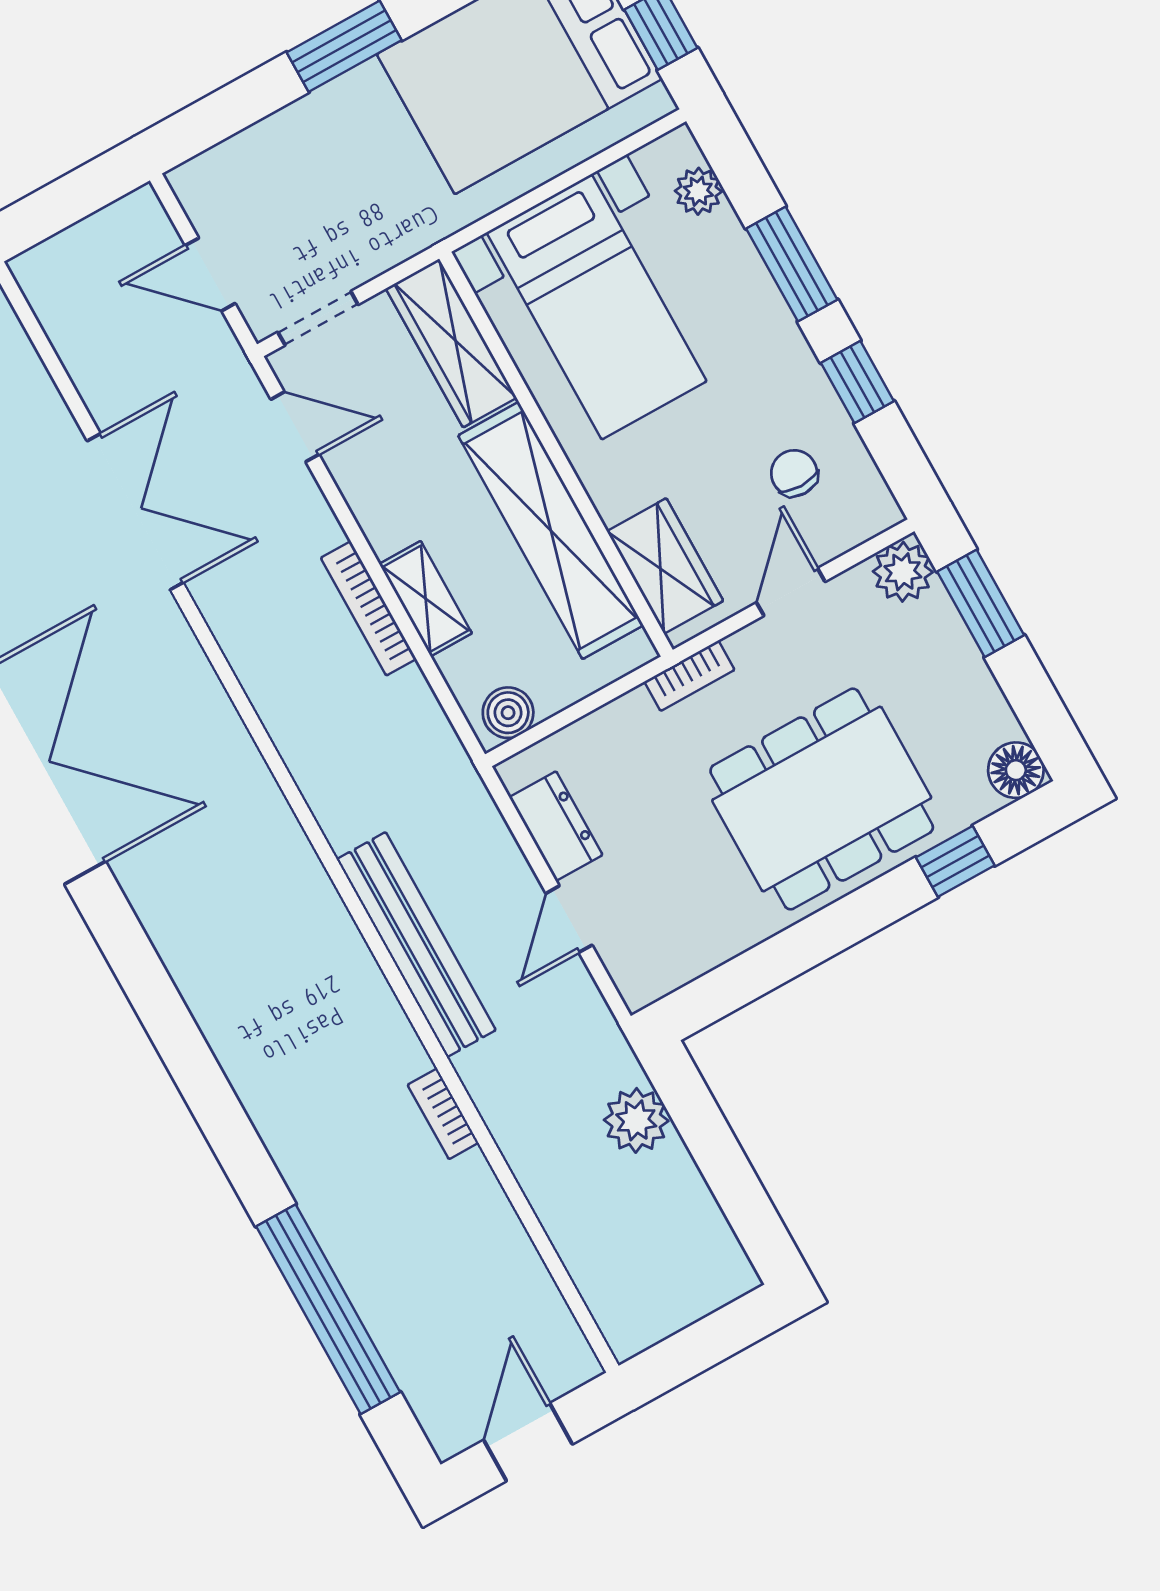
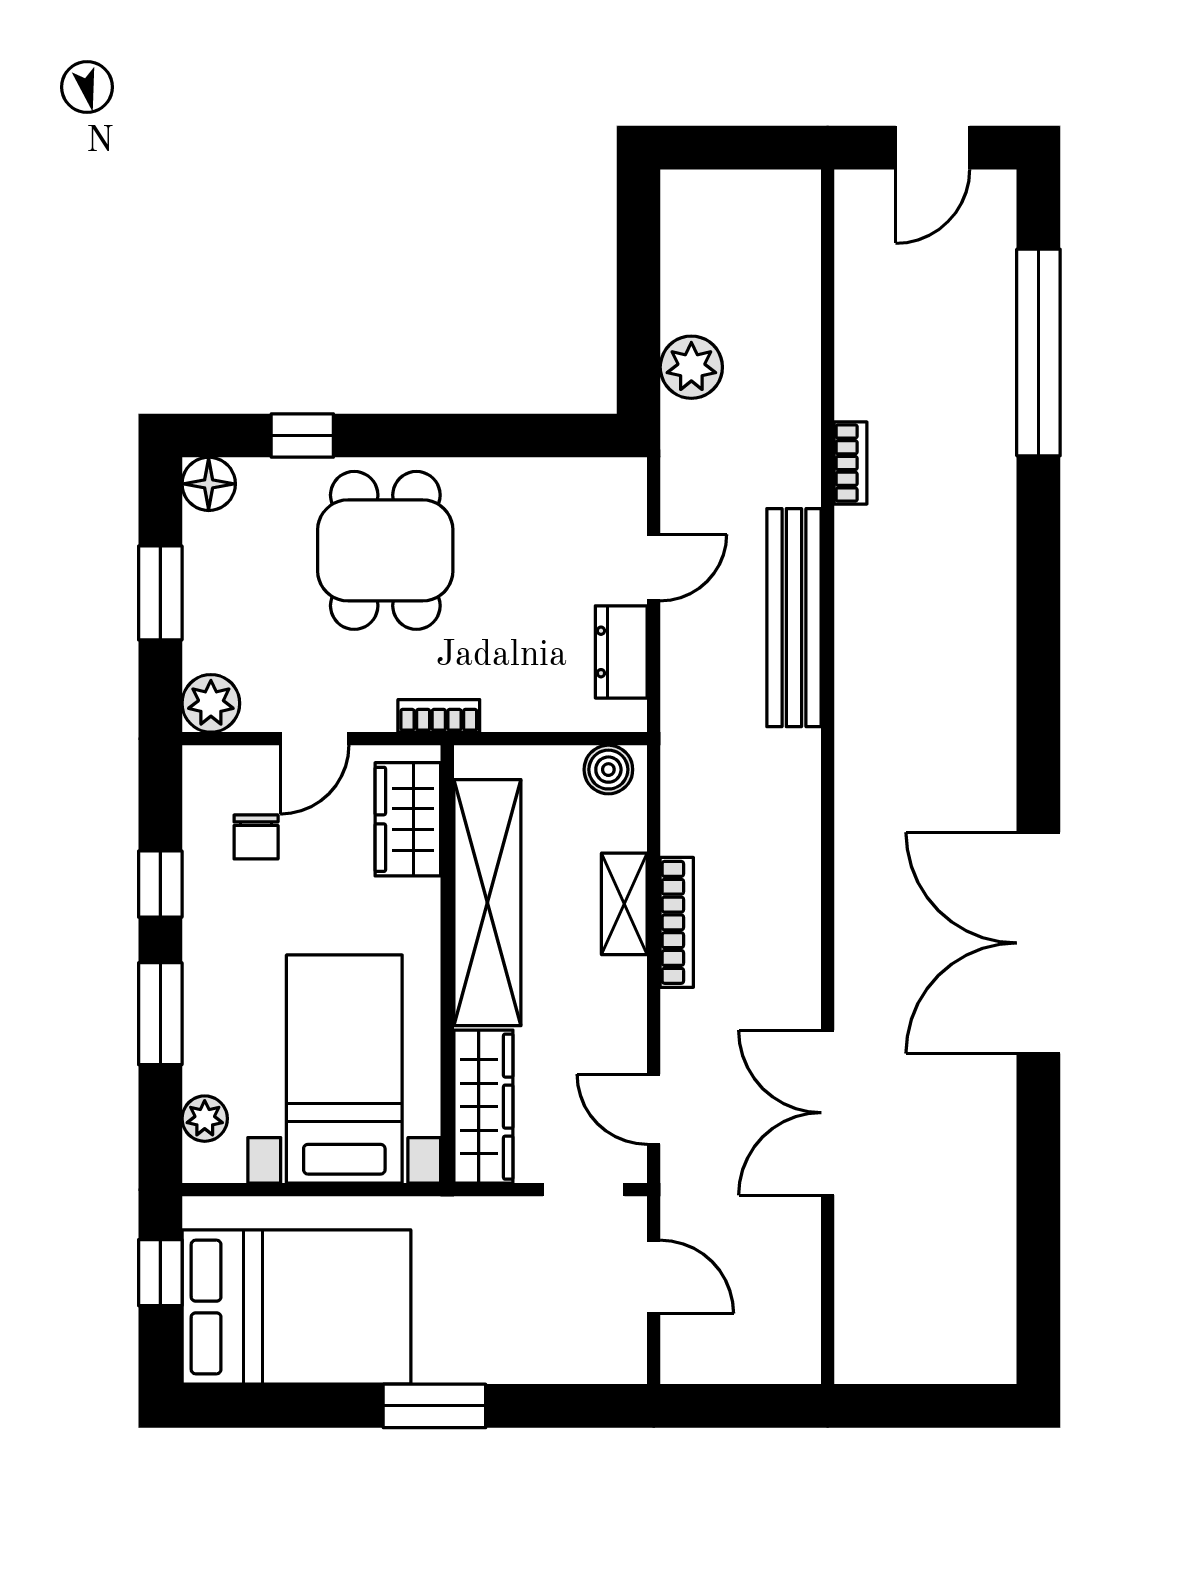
window: (981, 603) -> (160, 593), moved
dining table: (822, 799) -> (385, 550), width x0.73

